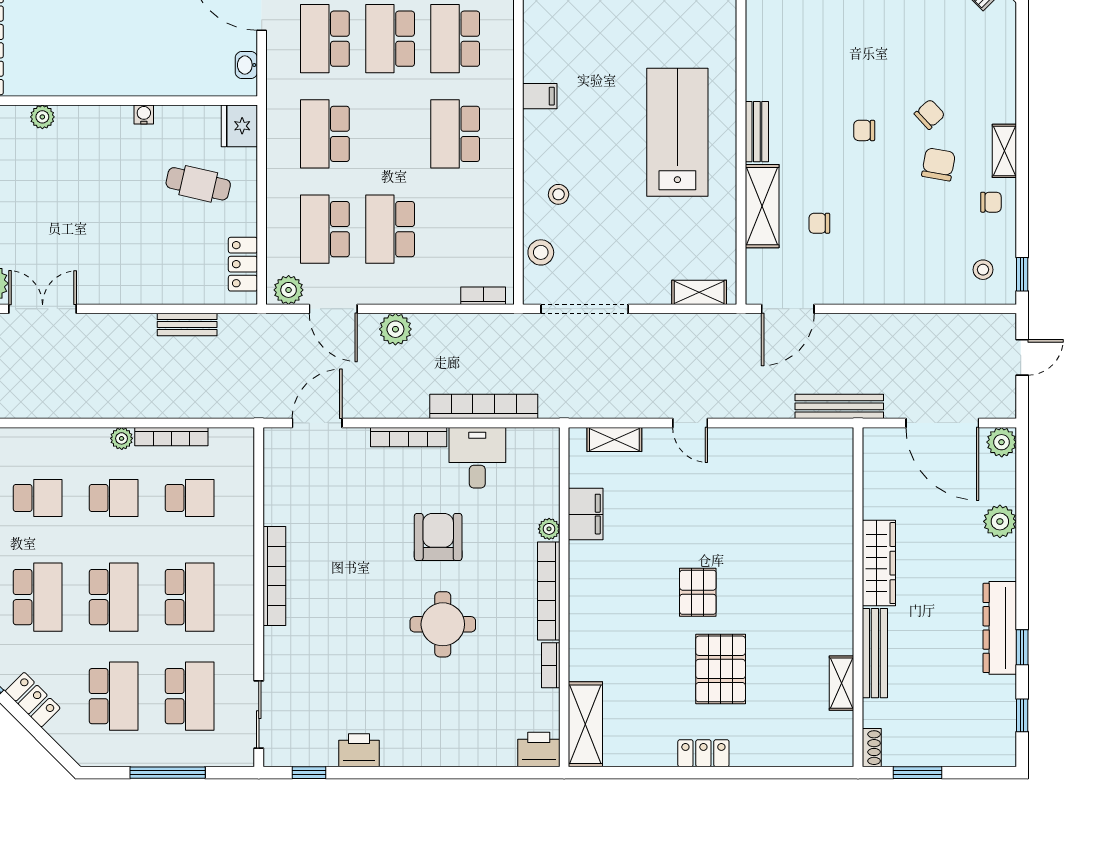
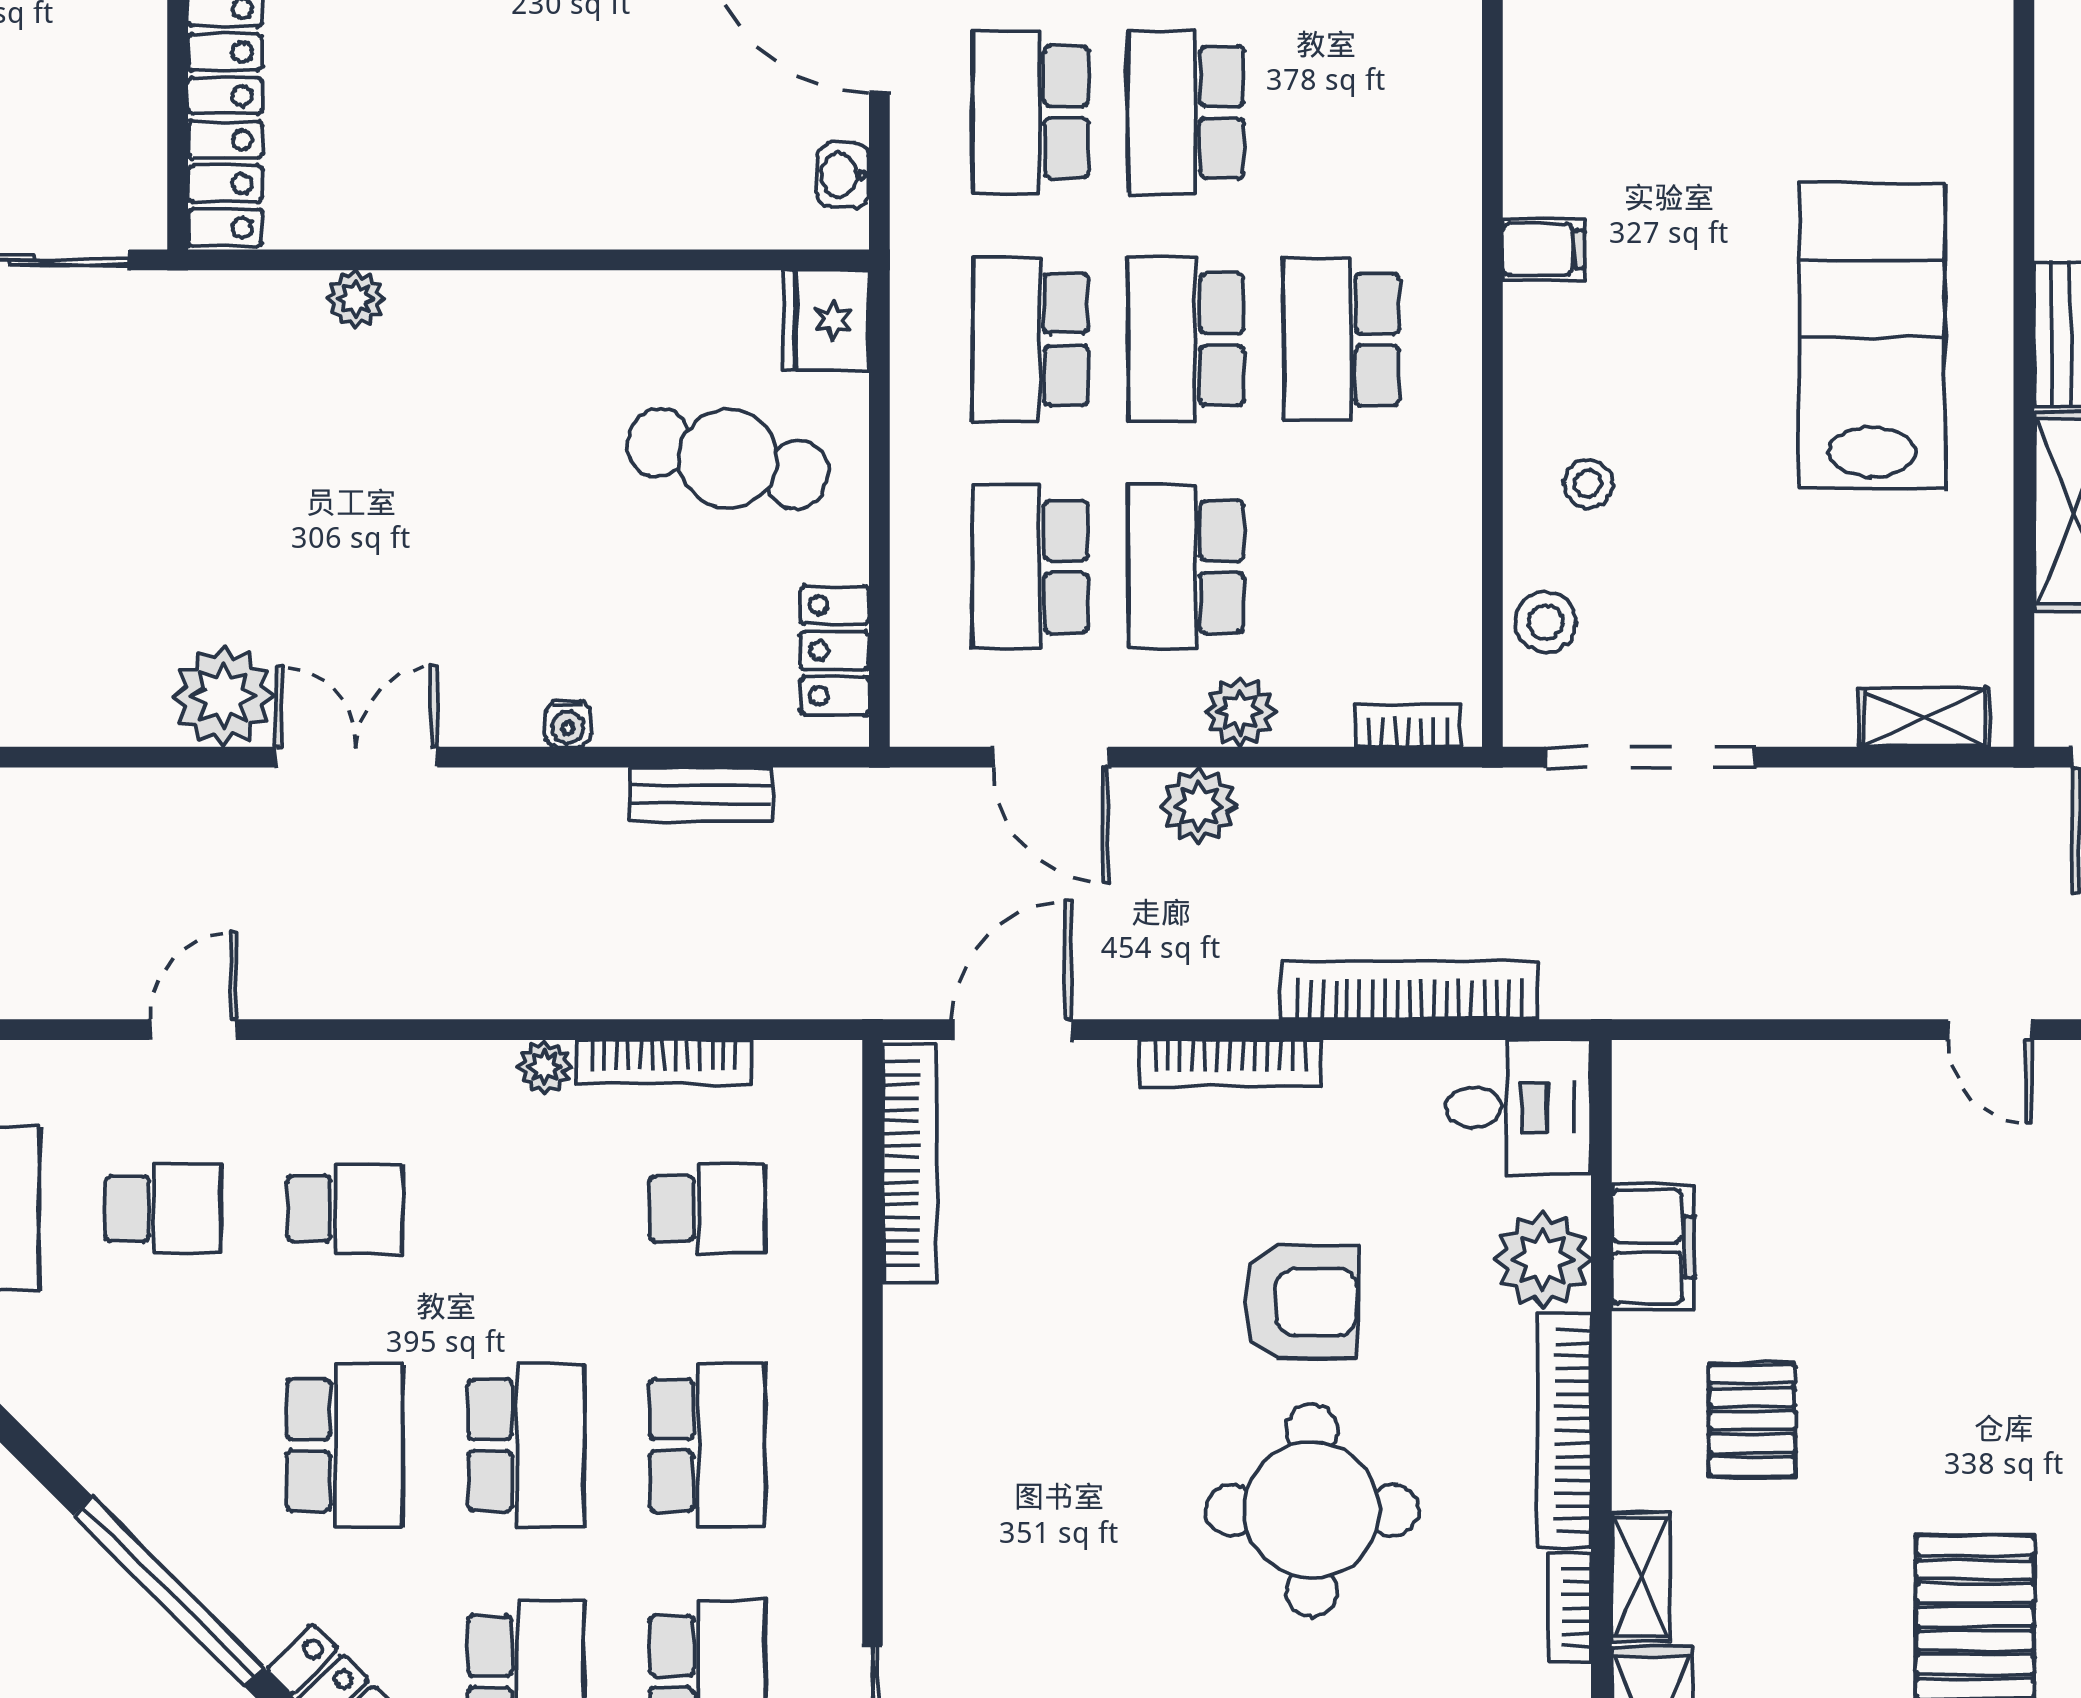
school desk: (455, 39) -> (1186, 339), moved
water cooler: (144, 114) -> (568, 724), moved, turned 180
cafe table: (198, 184) -> (728, 459), width x1.37, depth x1.35
plant: (289, 290) -> (1240, 712), moved
door: (690, 423) -> (1990, 1030), moved
shelving: (614, 440) -> (1641, 1577), moved, turned 90
desk: (477, 458) -> (1519, 1107), moved, turned 90
school desk: (114, 498) -> (526, 1209), removed
plant: (549, 529) -> (1543, 1260), width x1.87, depth x1.87
armchair: (438, 537) -> (1301, 1302), turned 90
bookcase: (274, 576) -> (910, 1163), moved
pallet: (698, 592) -> (1752, 1420), moved
round table: (443, 624) -> (1312, 1510), width x1.36, depth x1.36

